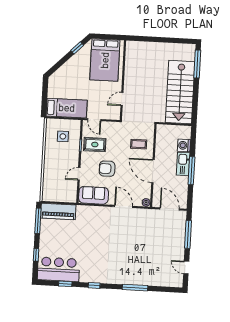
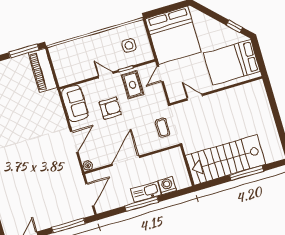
window: (197, 64) -> (247, 173), moved
bed: (67, 108) -> (173, 35), width x2.04
coffee table: (139, 144) -> (163, 128), moved
armchair: (107, 169) -> (110, 108), turned 90
door: (79, 174) -> (106, 75), moved

